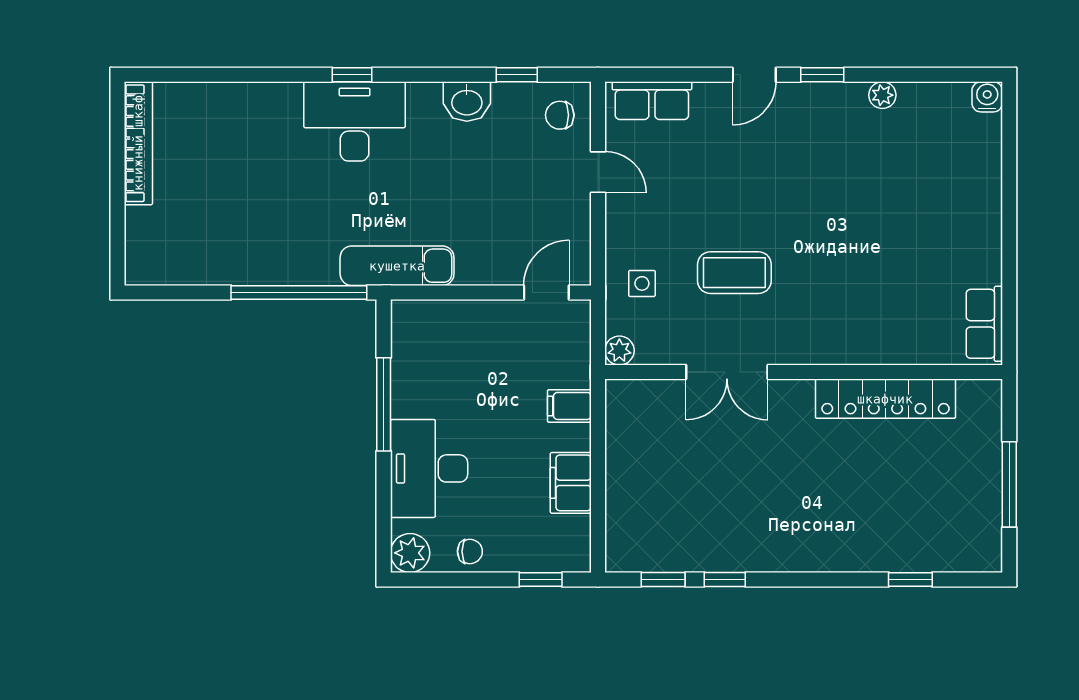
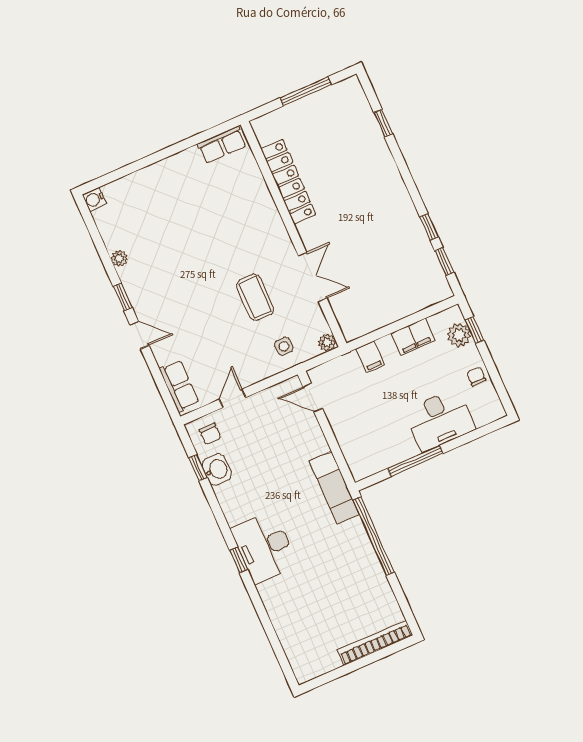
washbasin: (467, 102) -> (217, 470), moved
bookcase: (138, 143) -> (375, 643), moved
plant: (410, 553) -> (459, 335), moved

